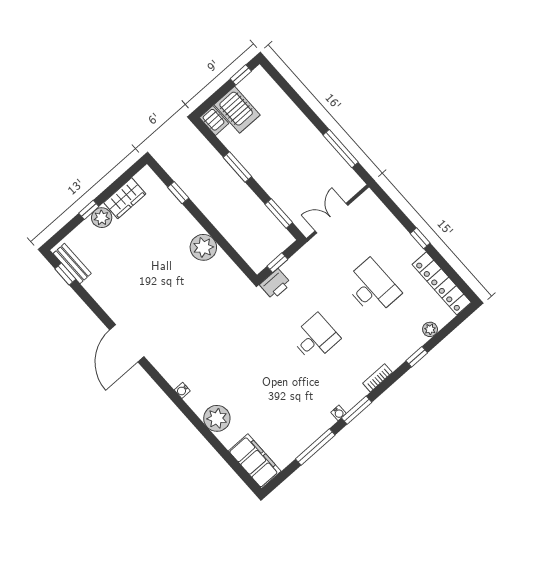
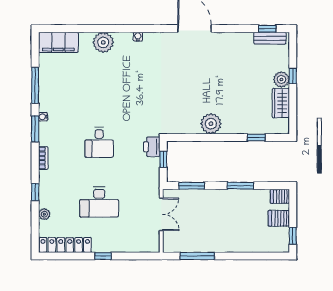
server rack: (237, 110) -> (279, 218), width x0.73, depth x0.70

